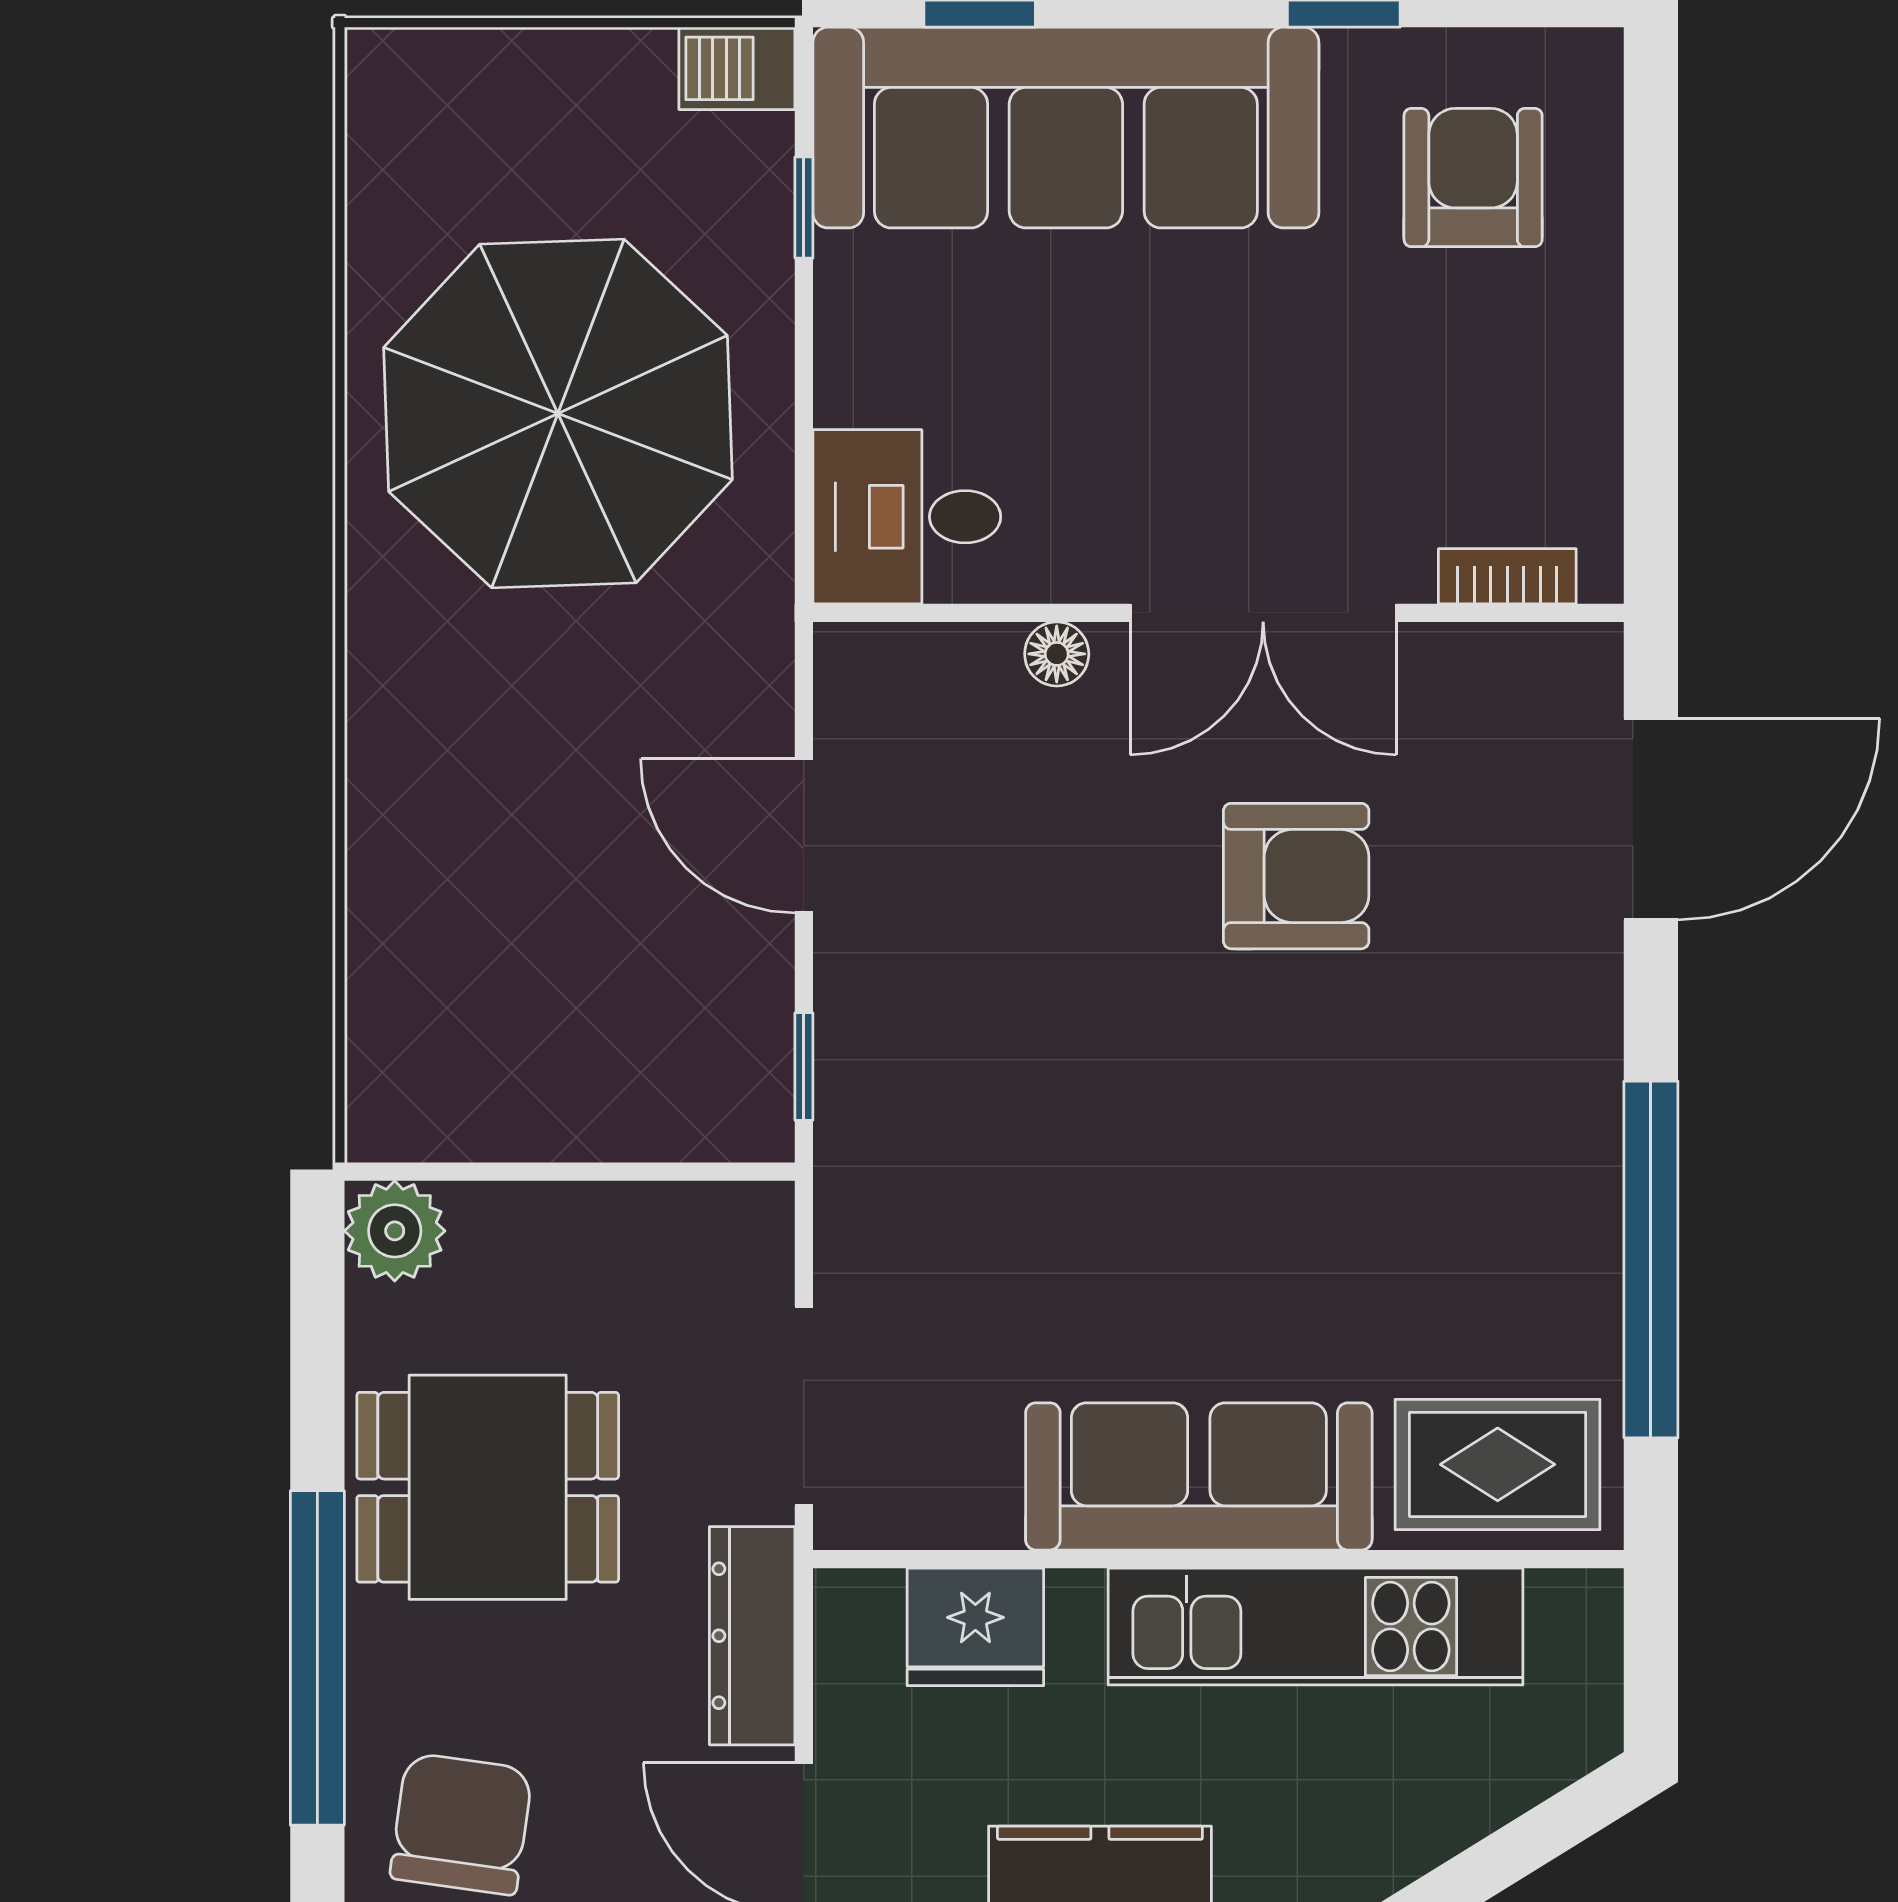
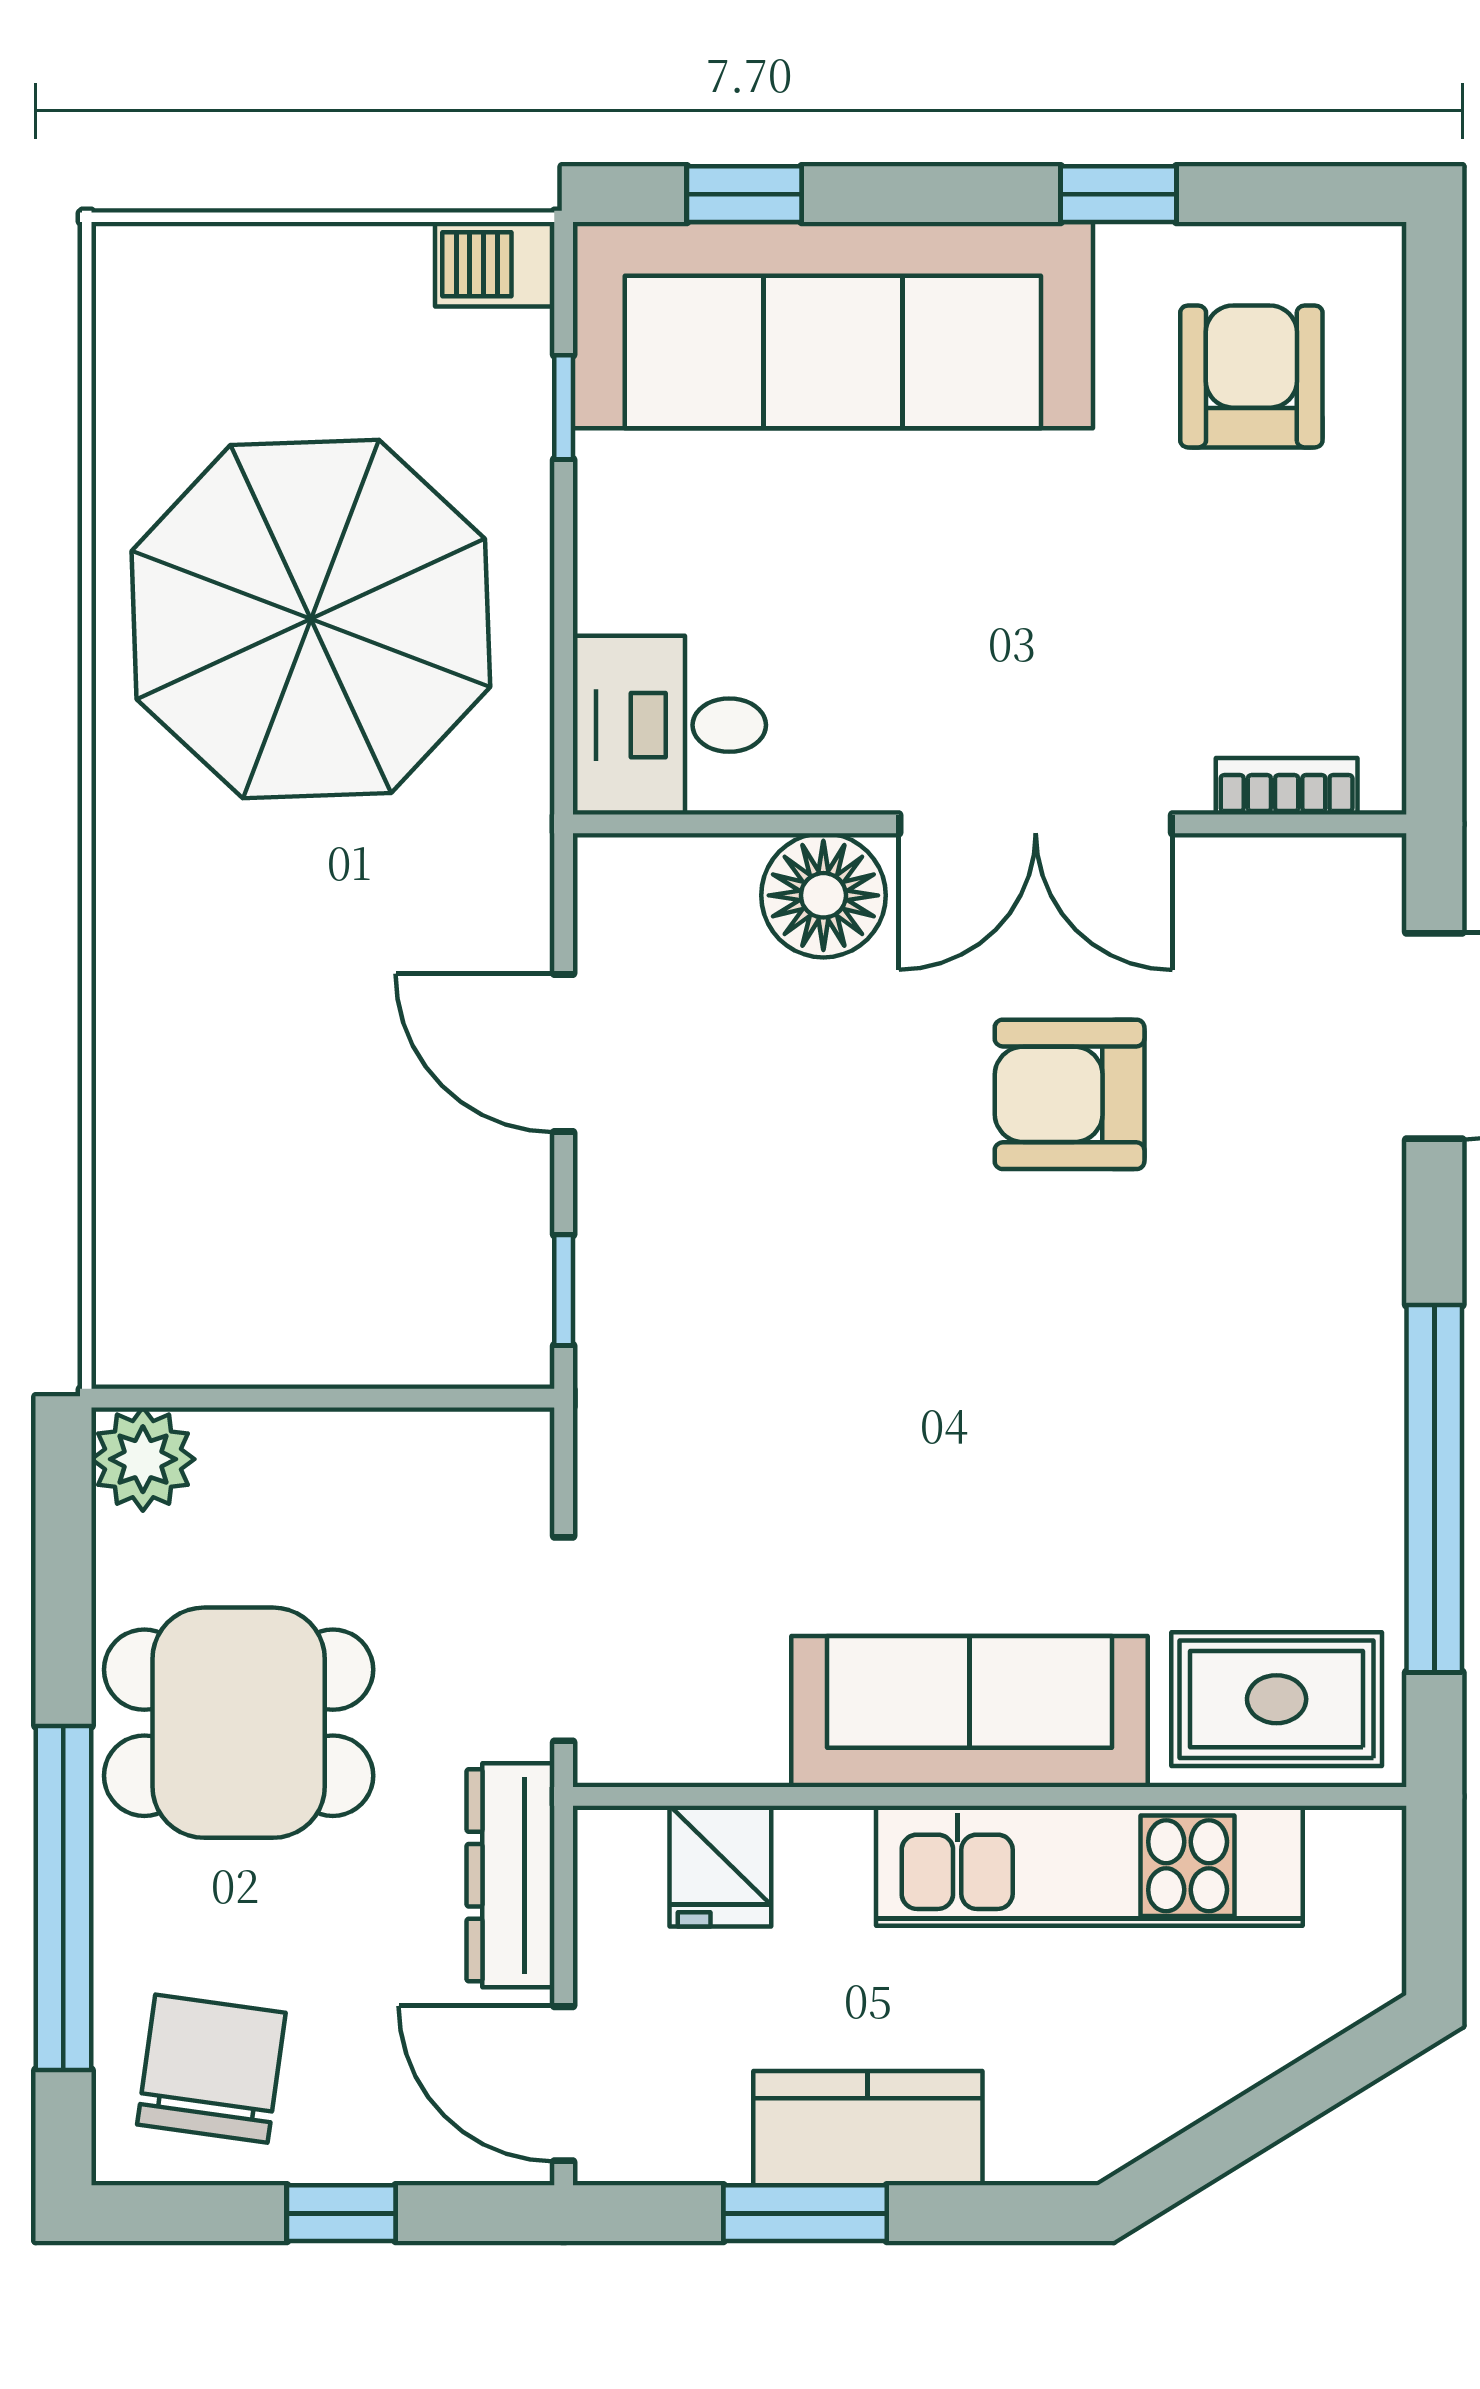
floor lamp: (1057, 654) -> (823, 895), width x1.89, depth x1.89
armchair: (1296, 876) -> (1070, 1094), turned 180
fridge: (975, 1627) -> (720, 1866), width x0.72

